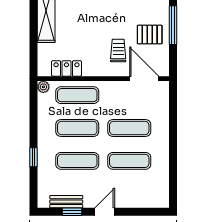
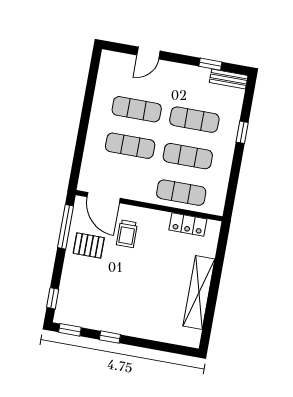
window: (173, 25) -> (65, 227), moved
plant: (43, 87) -> (217, 209), removed
bench: (66, 202) -> (229, 79), moved
door: (105, 212) -> (148, 53), moved

